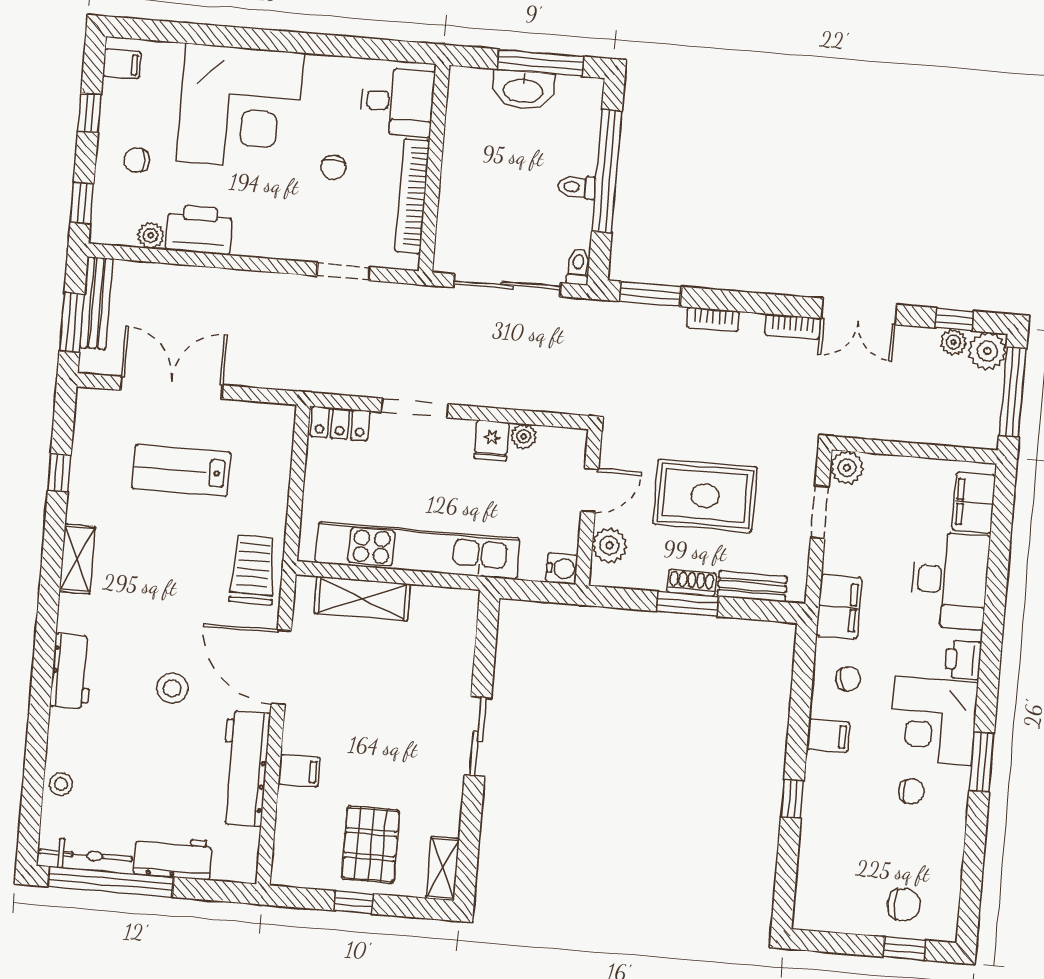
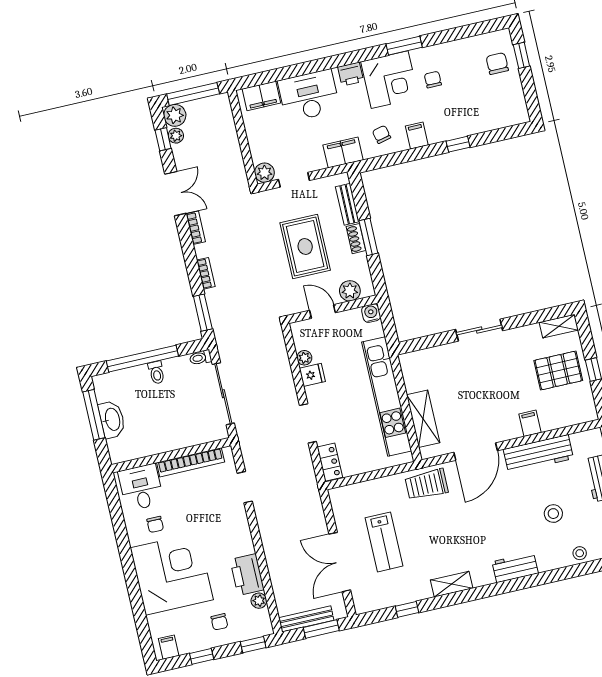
chair: (333, 167) -> (155, 524), moved, turned 90
stool: (172, 688) -> (553, 514), moved

